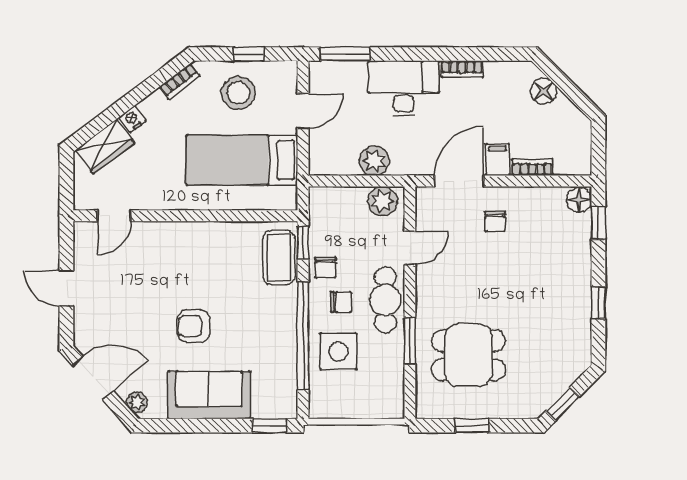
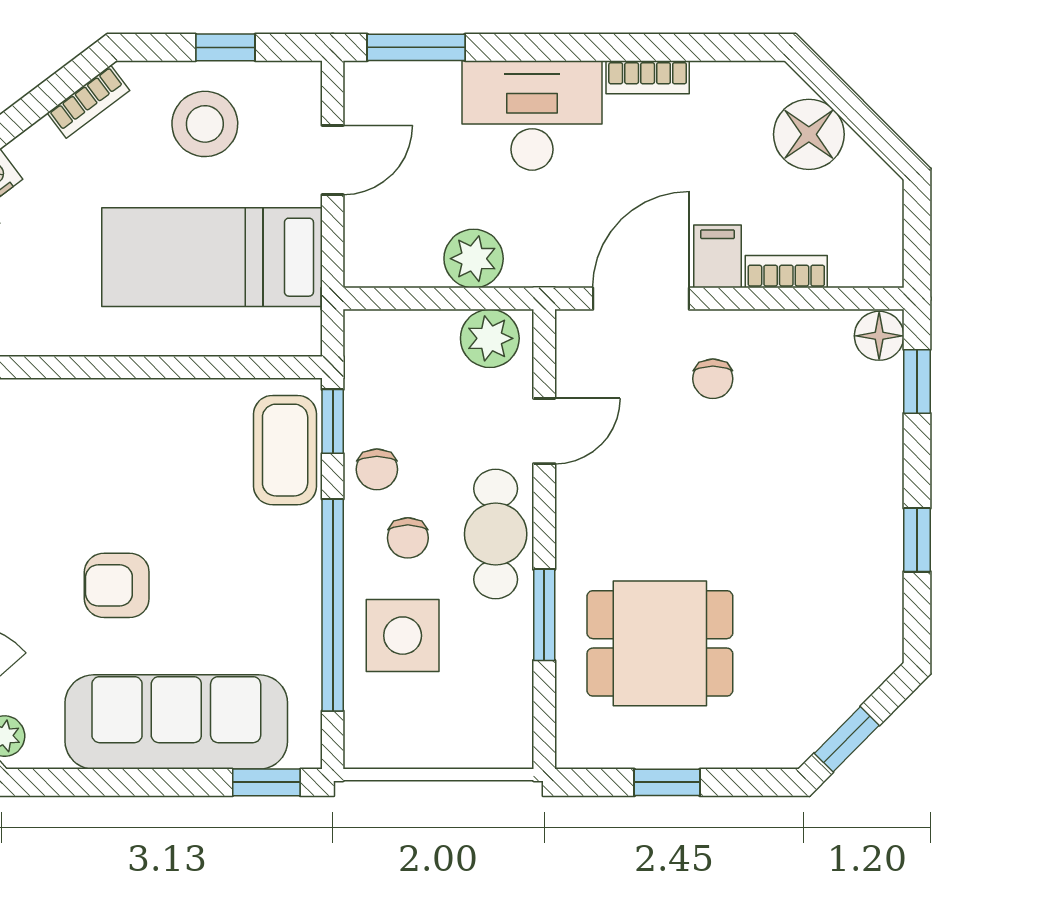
floor lamp: (544, 91) -> (809, 134), width x1.38, depth x1.38
chair: (341, 302) -> (408, 538), turned 90
sofa: (209, 395) -> (176, 722), width x1.36

